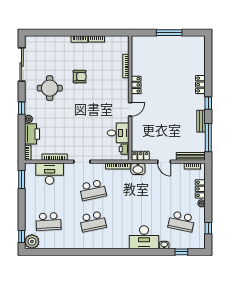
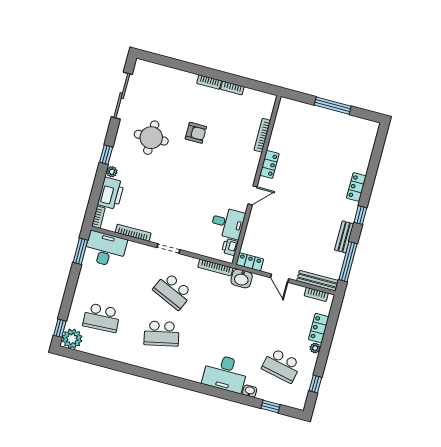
desk: (50, 174) -> (105, 249), moved
school desk: (93, 190) -> (173, 291), turned 36

